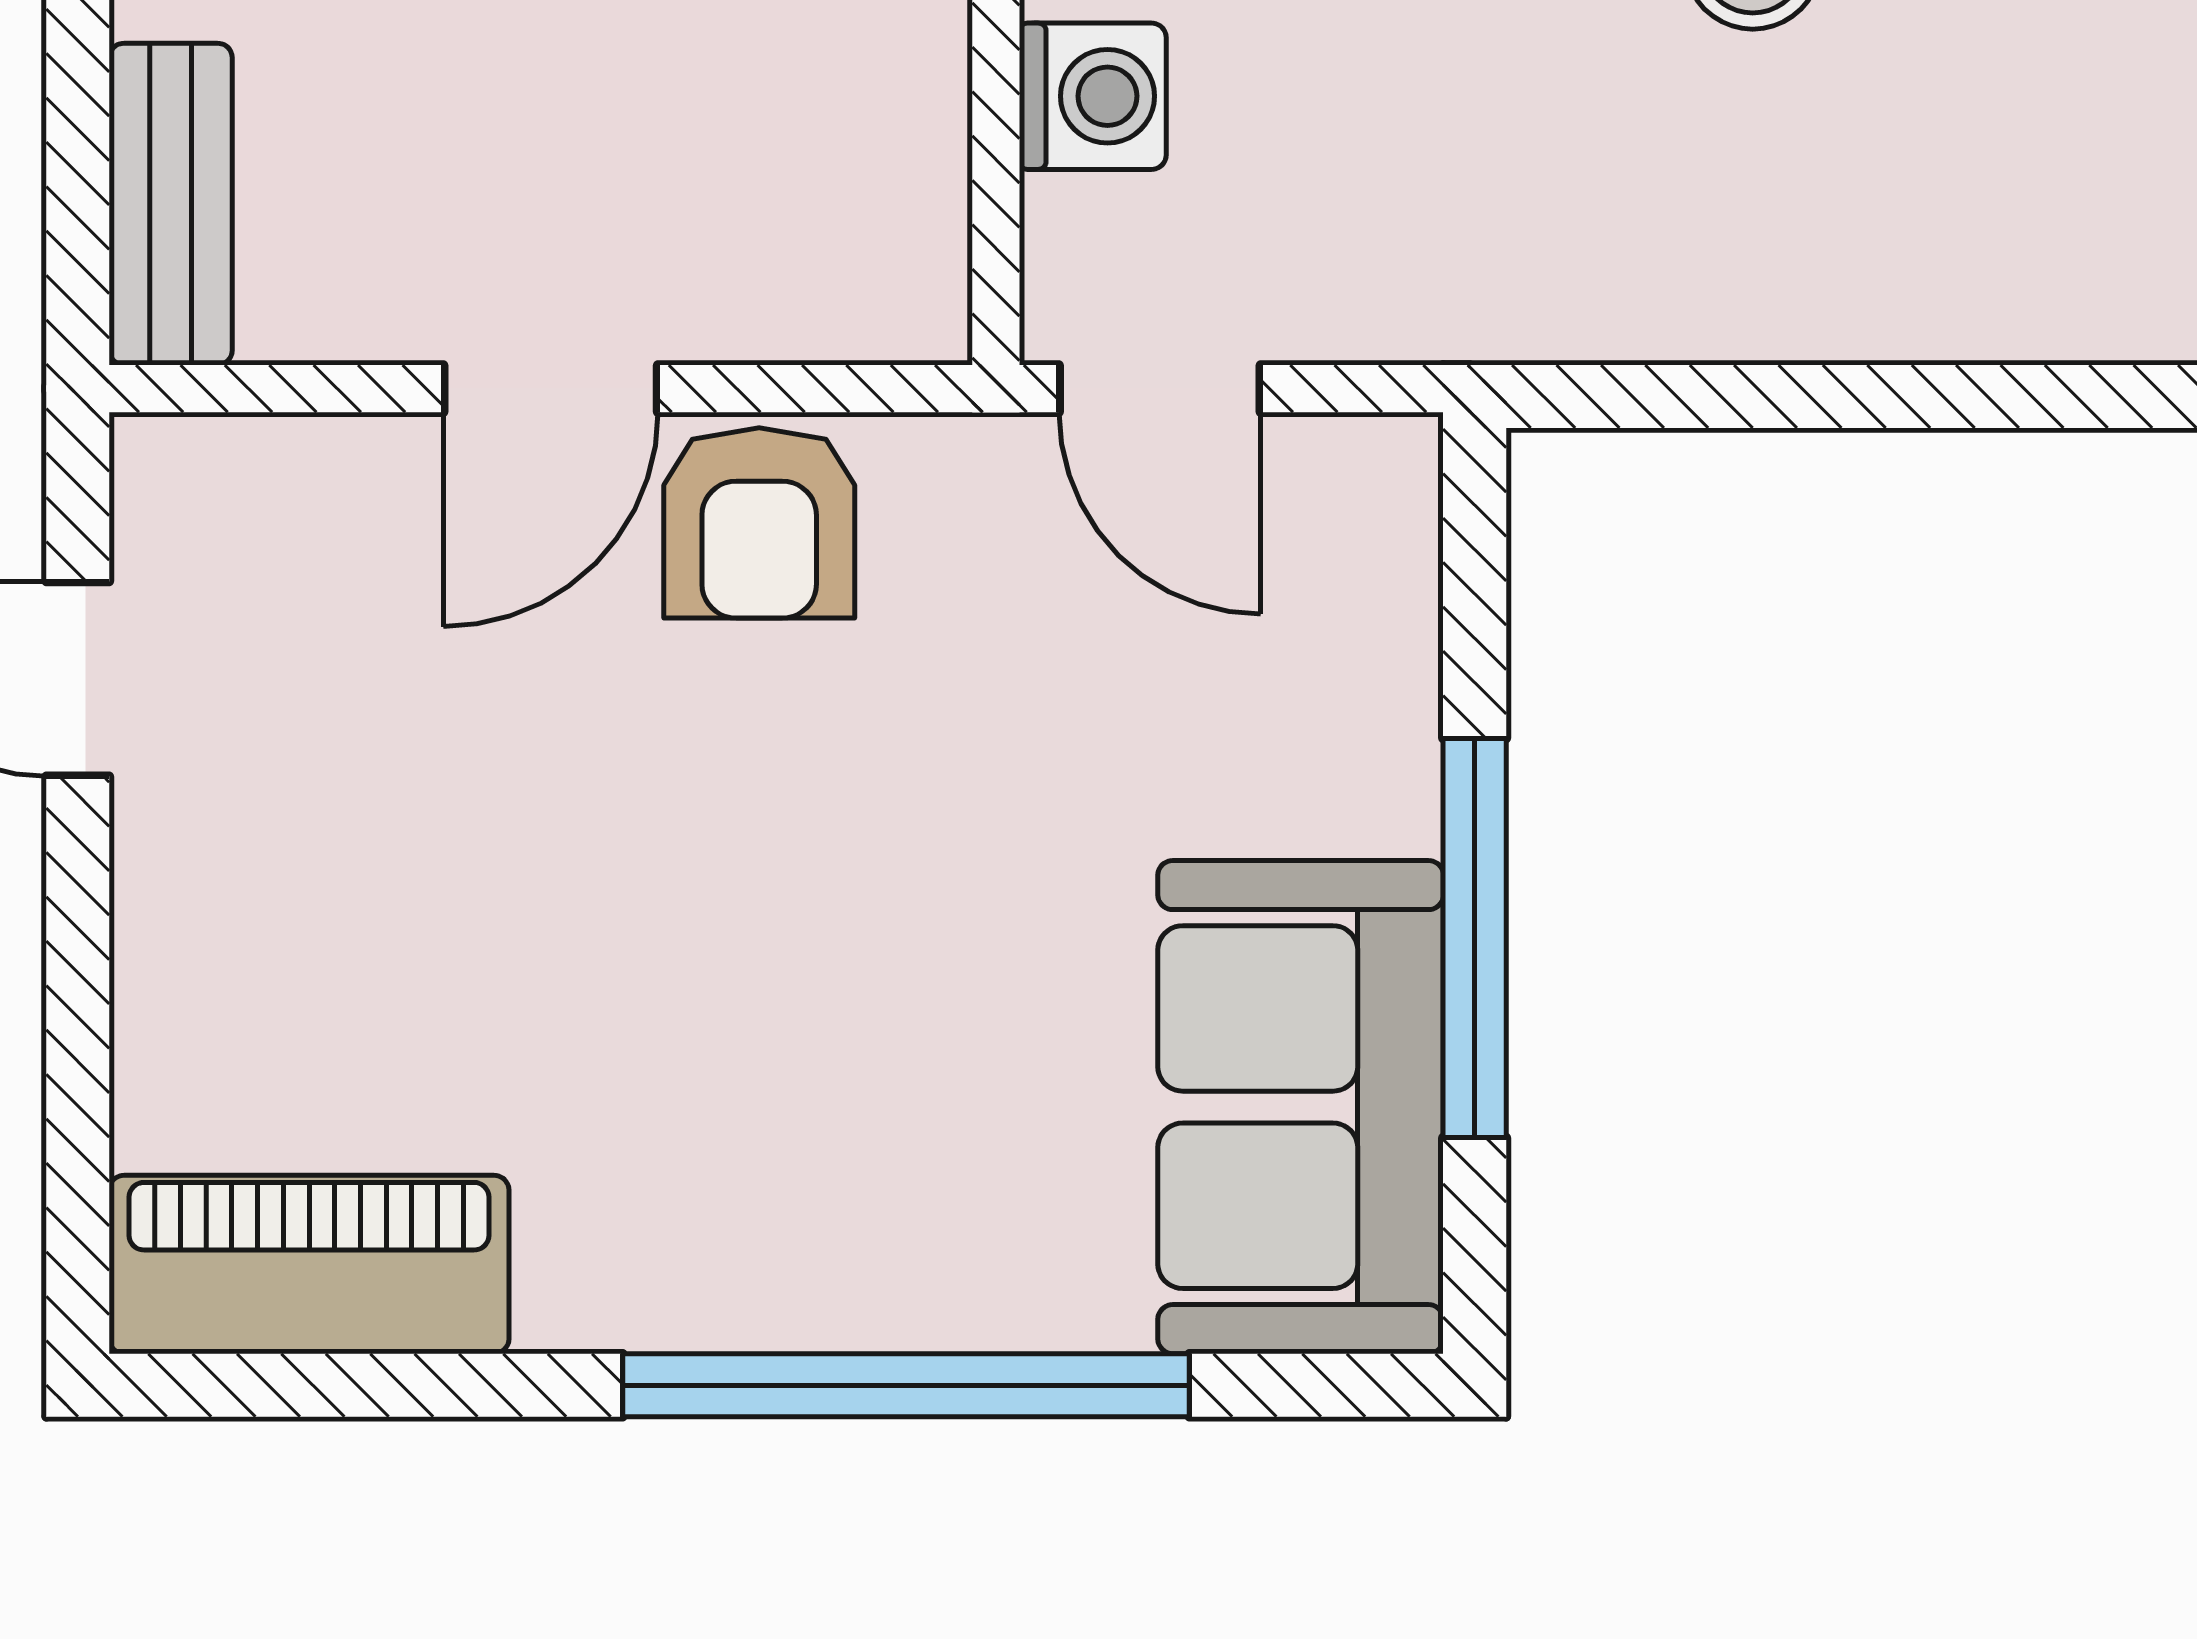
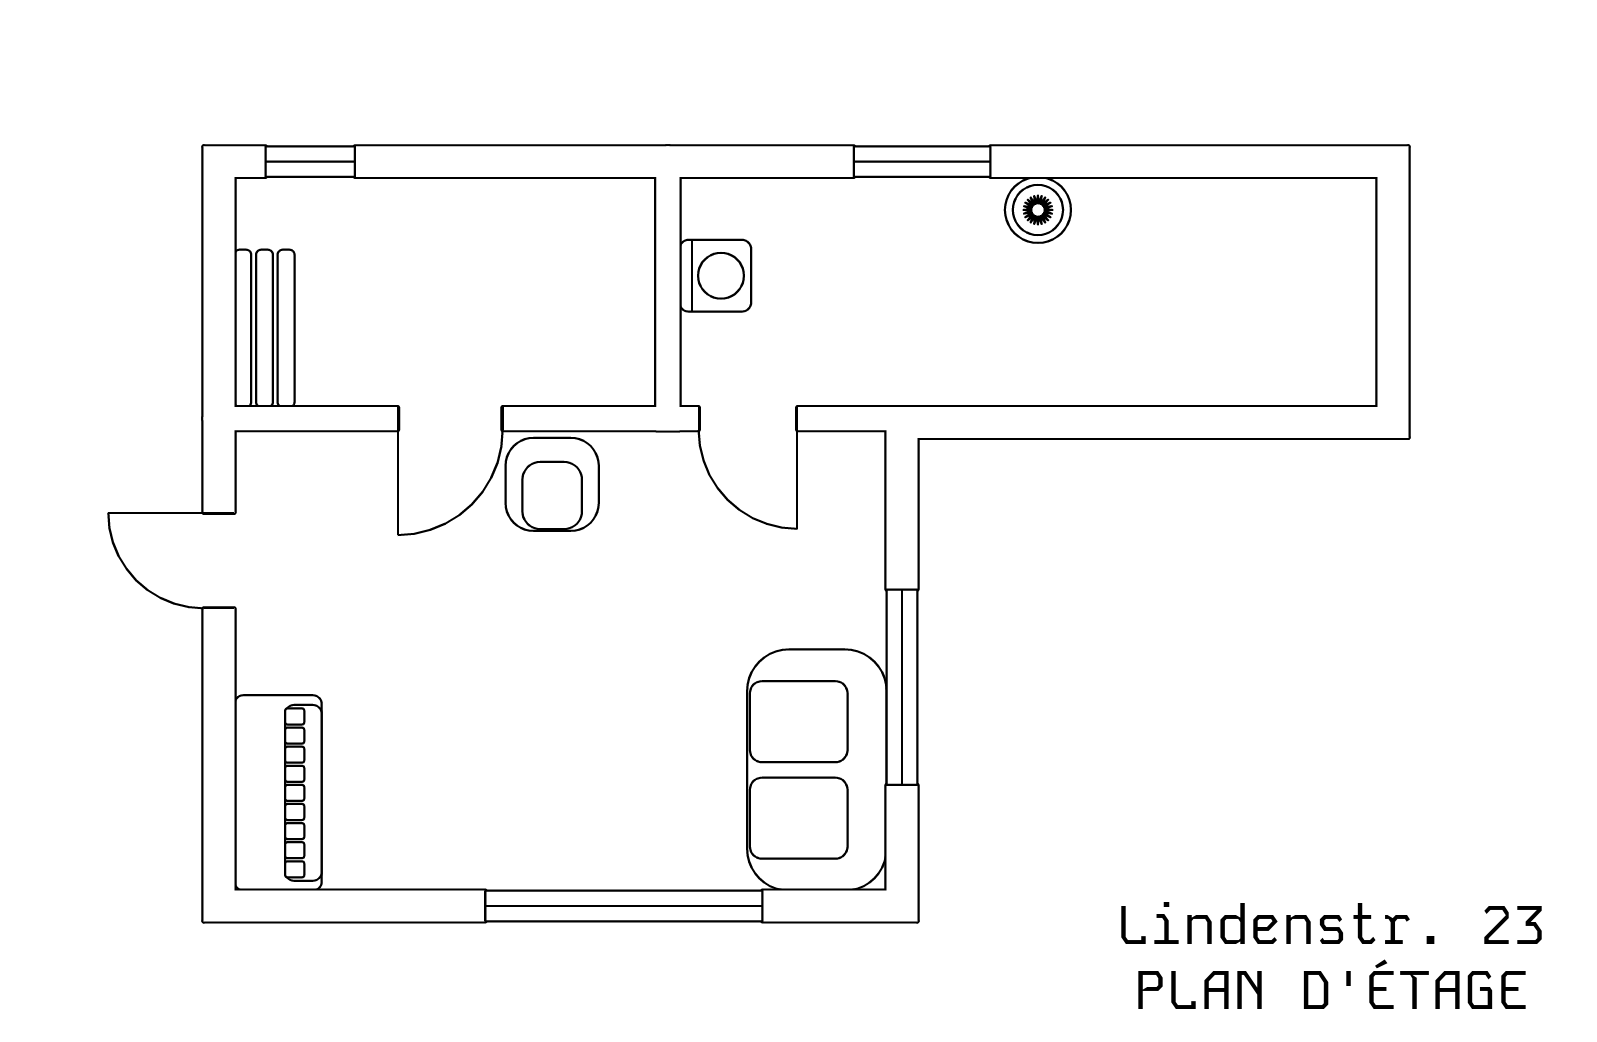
piano: (309, 1264) -> (278, 793), moved, turned 90

